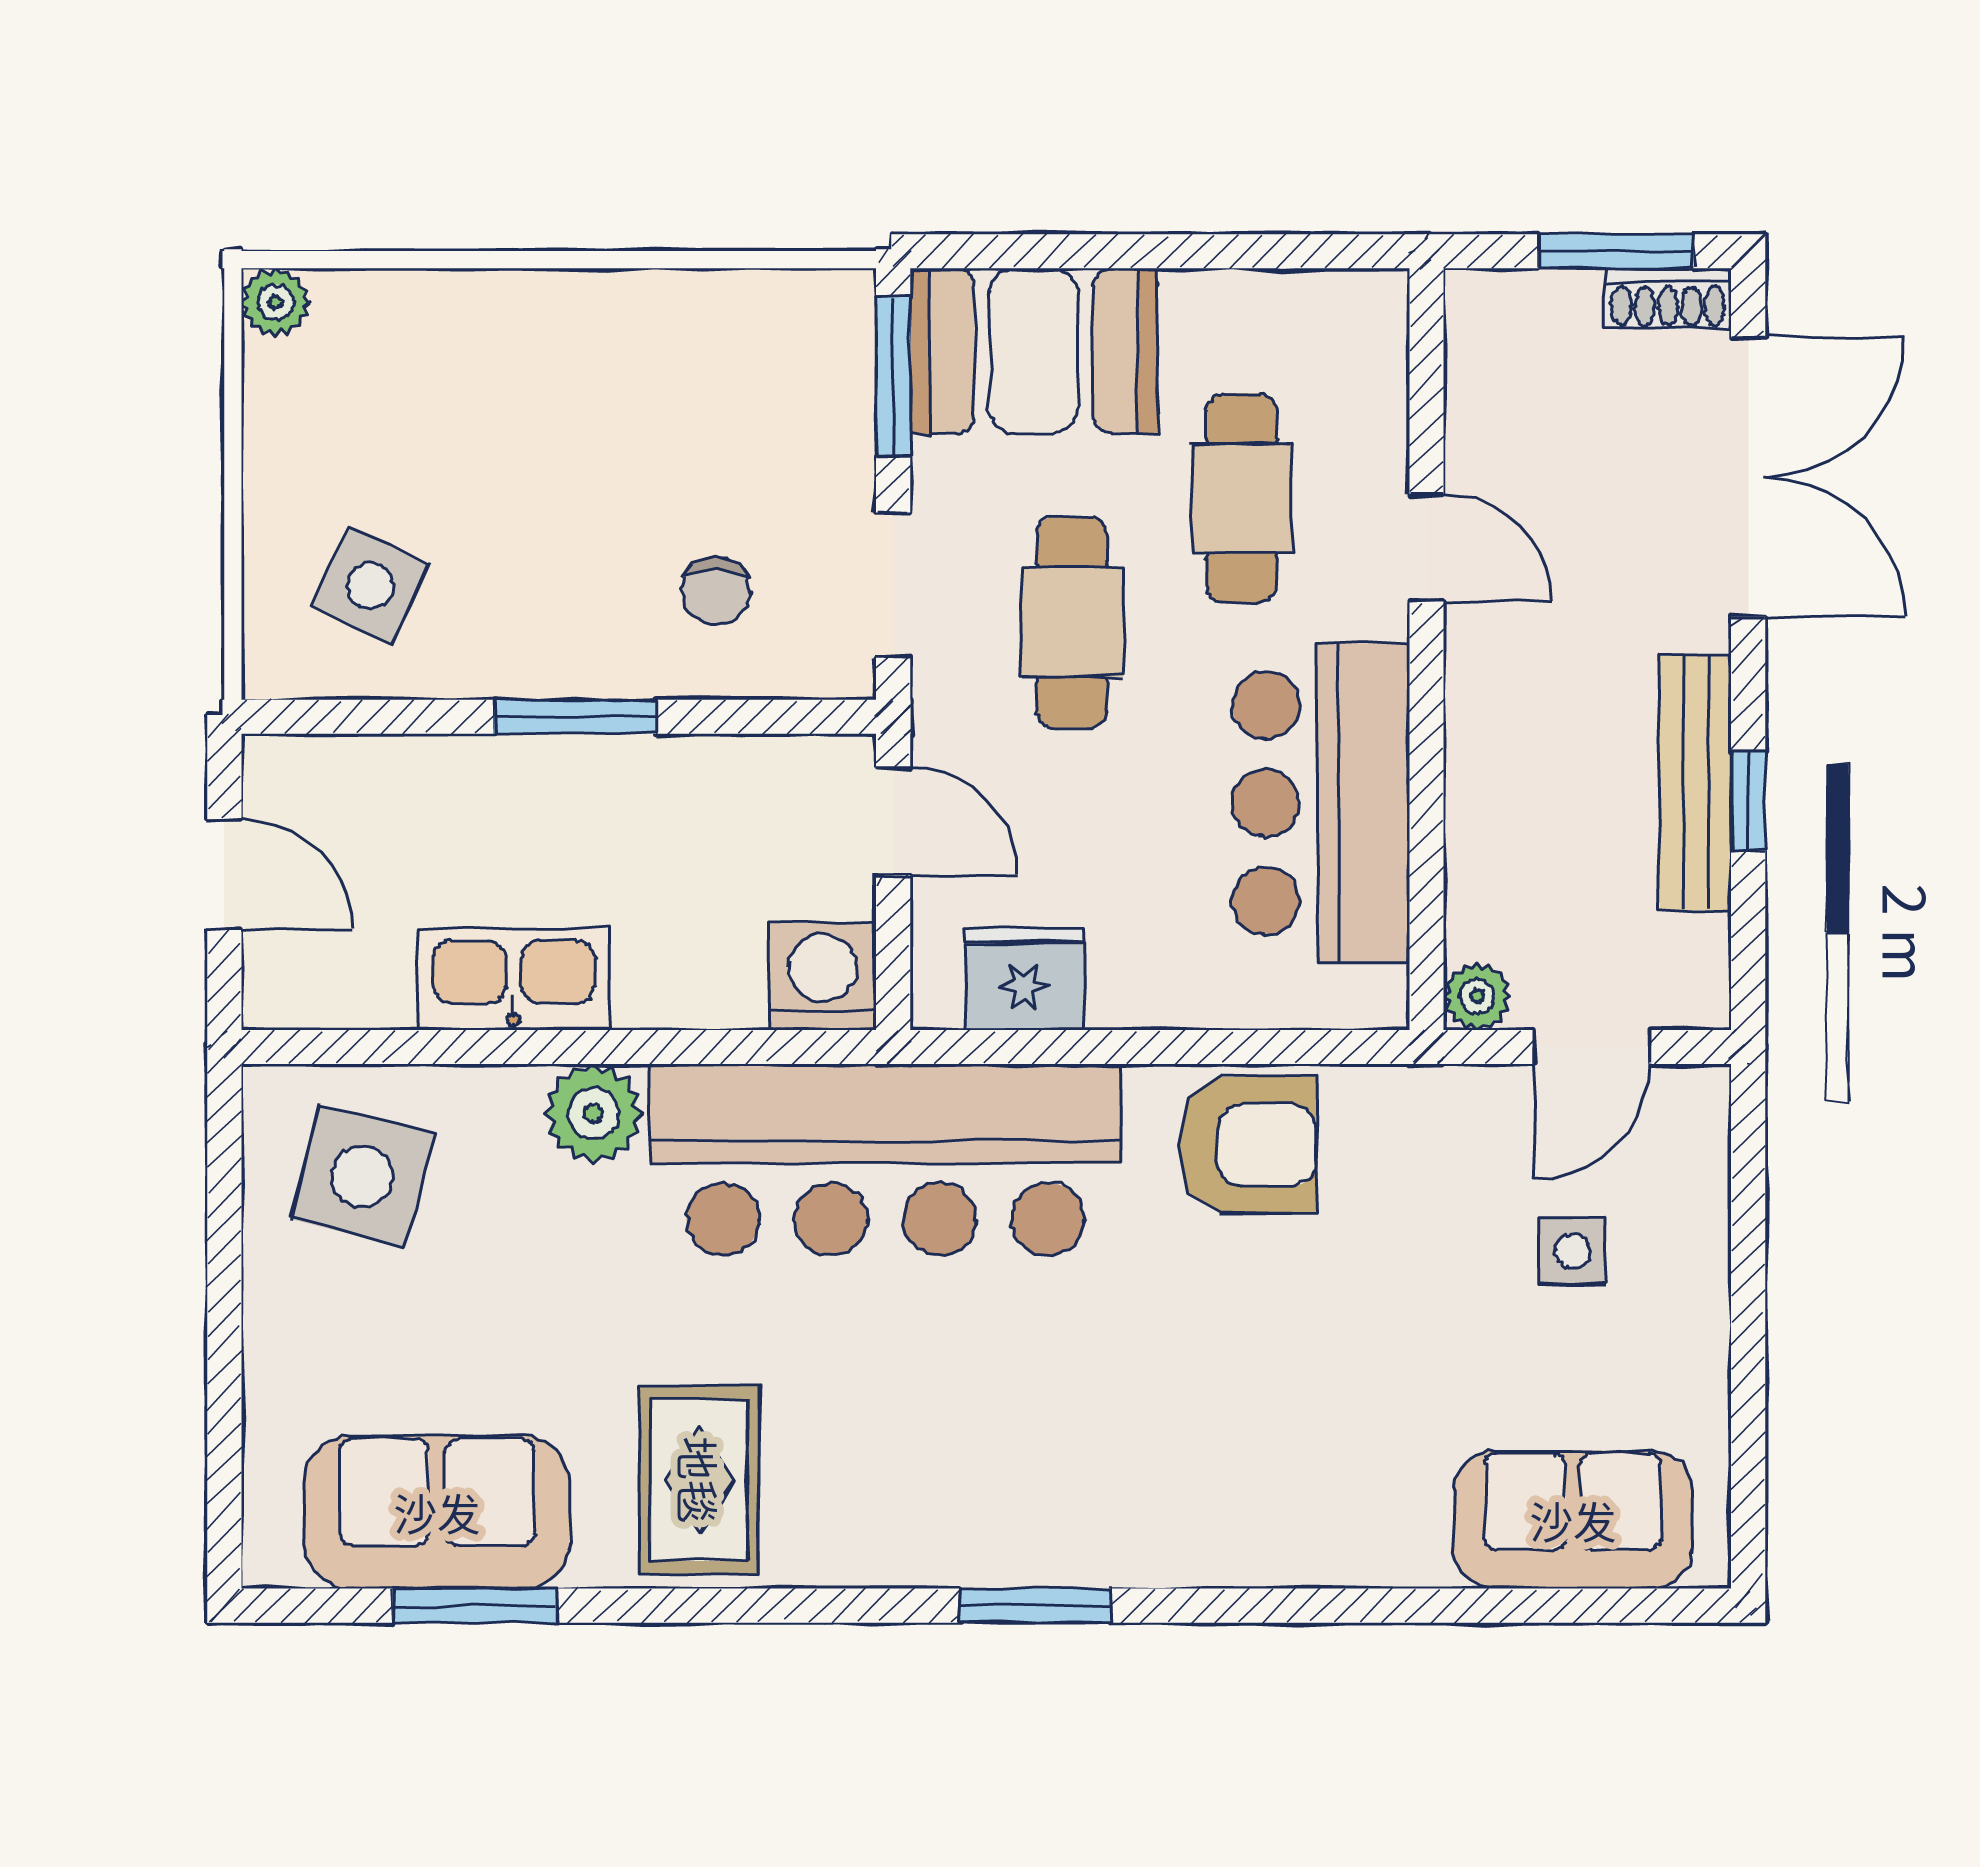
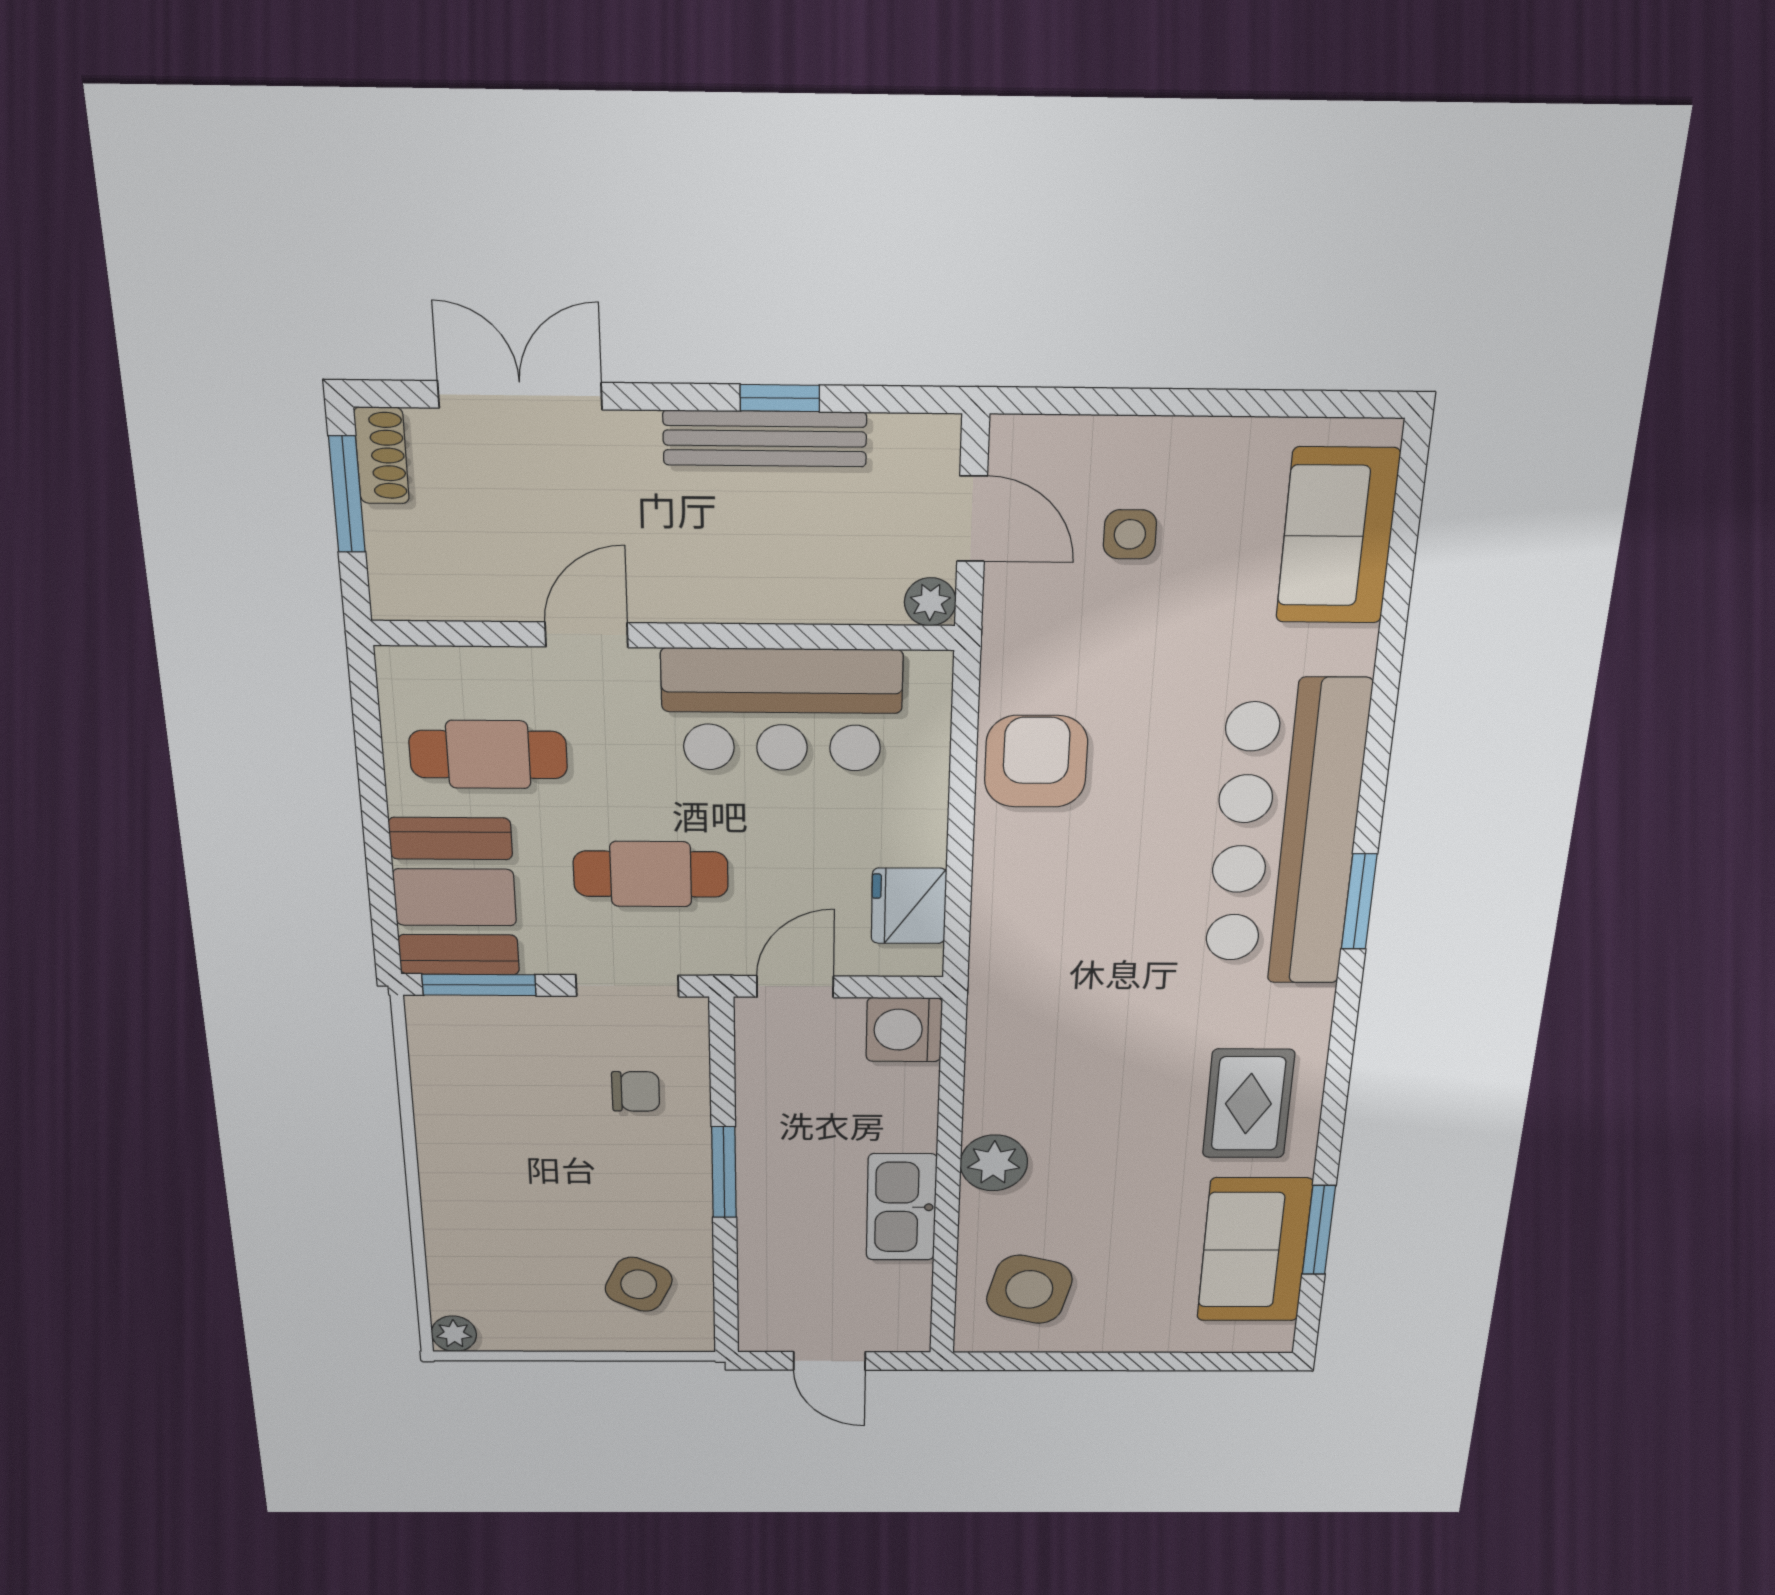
double door: (1748, 477) -> (520, 395), width x0.73
cafe table: (1242, 498) -> (488, 755), moved
door: (224, 875) -> (829, 1361), swing flipped
bar counter: (885, 1160) -> (1285, 834), moved, turned 180
rug: (699, 1480) -> (1248, 1104), turned 90

